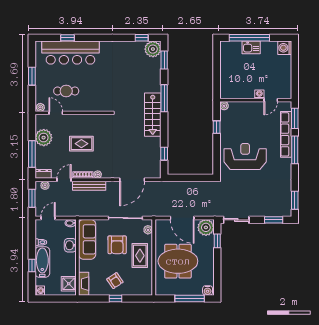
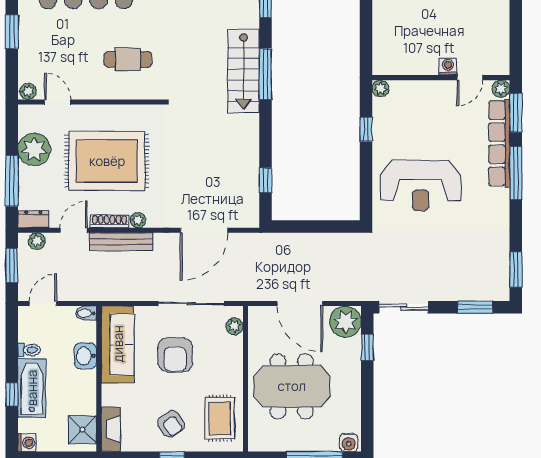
cafe table: (66, 91) -> (128, 59), moved
plant: (287, 106) -> (501, 89), added
stairs: (153, 115) -> (244, 71), moved
rug: (81, 144) -> (107, 161), width x1.86, depth x2.06
reception desk: (245, 157) -> (421, 186), turned 180
rug: (140, 256) -> (220, 418), moved

